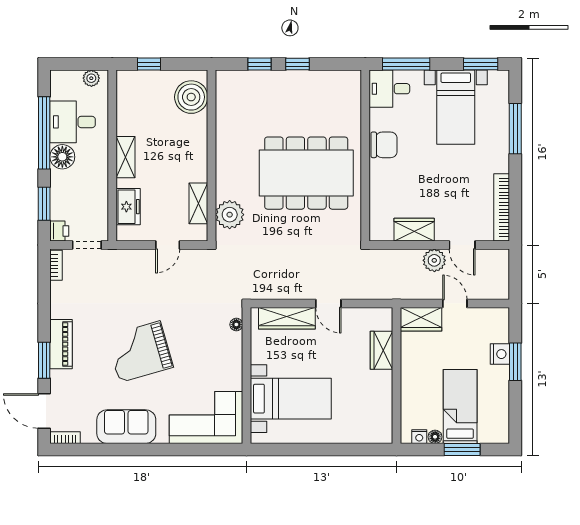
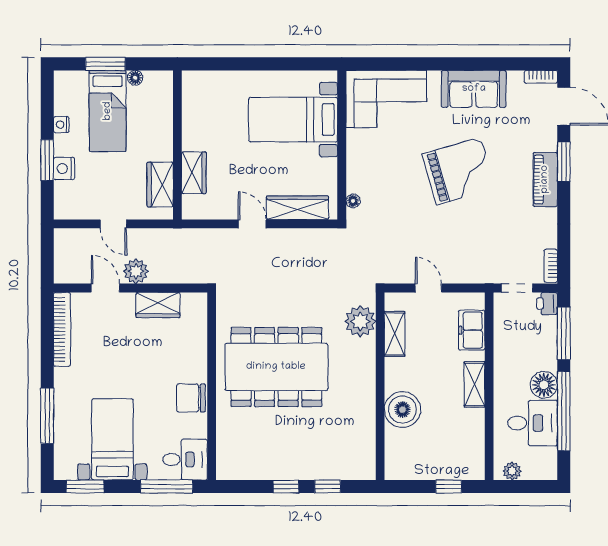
boiler: (191, 97) -> (402, 410), moved
window: (44, 204) -> (564, 333), width x1.44
door: (168, 245) -> (428, 288), hinge flipped
wardrobe: (421, 319) -> (160, 185), moved, turned -90
nightstand: (419, 437) -> (61, 125), moved, turned -90

